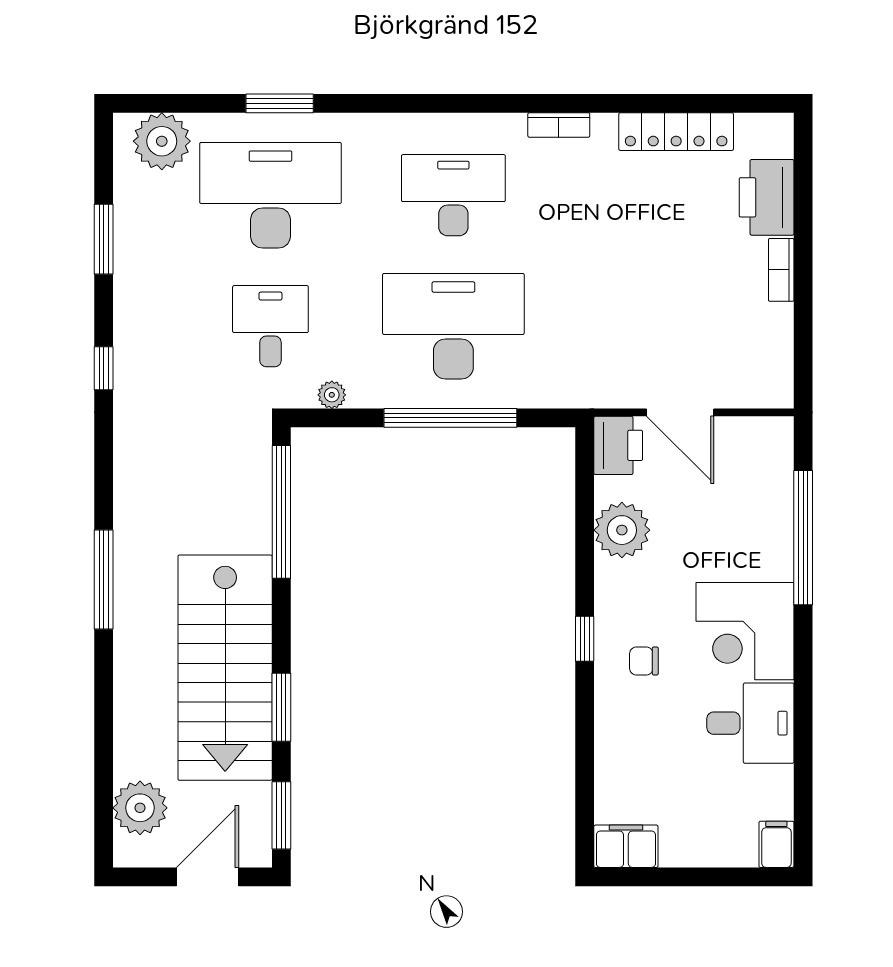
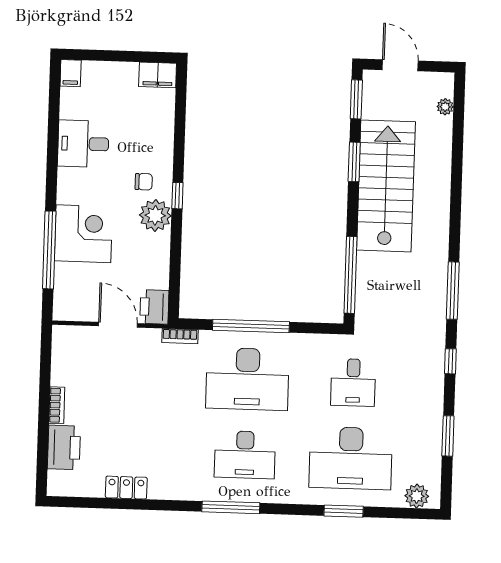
window: (475, 103) -> (231, 507), added
bookcase: (559, 125) -> (180, 336), moved, turned 180
locker: (676, 132) -> (126, 488), width x0.66
plant: (162, 141) -> (417, 496), width x0.73, depth x0.73
plant: (332, 395) -> (319, 342), removed
plant: (622, 530) -> (155, 215), moved
window: (104, 579) -> (453, 291), moved
corner desk: (745, 631) -> (83, 234), moved
plant: (140, 808) -> (445, 107), width x0.53, depth x0.53
door: (207, 877) -> (400, 65), swing flipped

